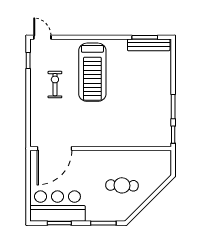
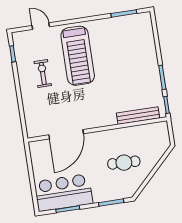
door: (42, 37) -> (41, 26), moved
bench: (149, 45) -> (138, 116), moved
door: (54, 149) -> (66, 134), moved

